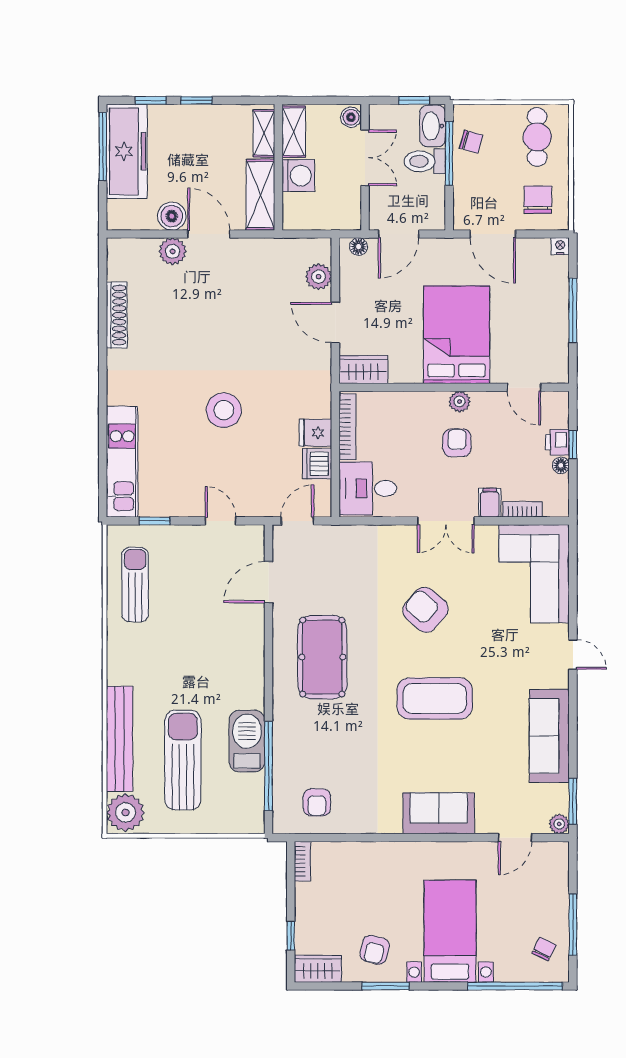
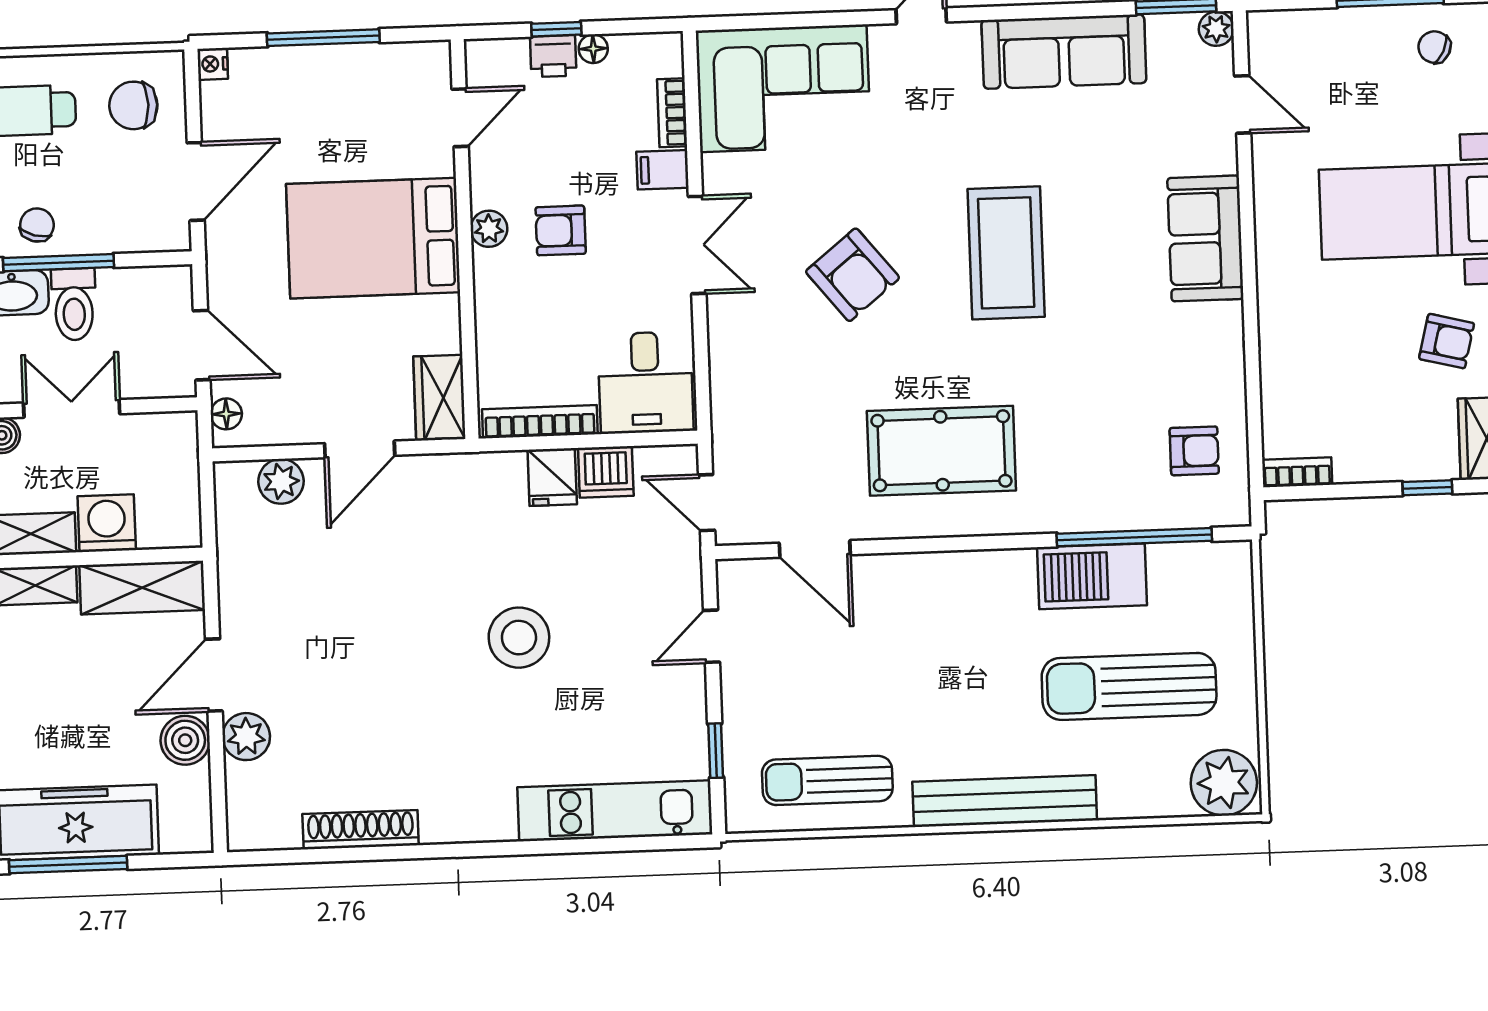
armchair: (425, 610) -> (853, 275), turned -80
bench: (120, 739) -> (1005, 801), moved

